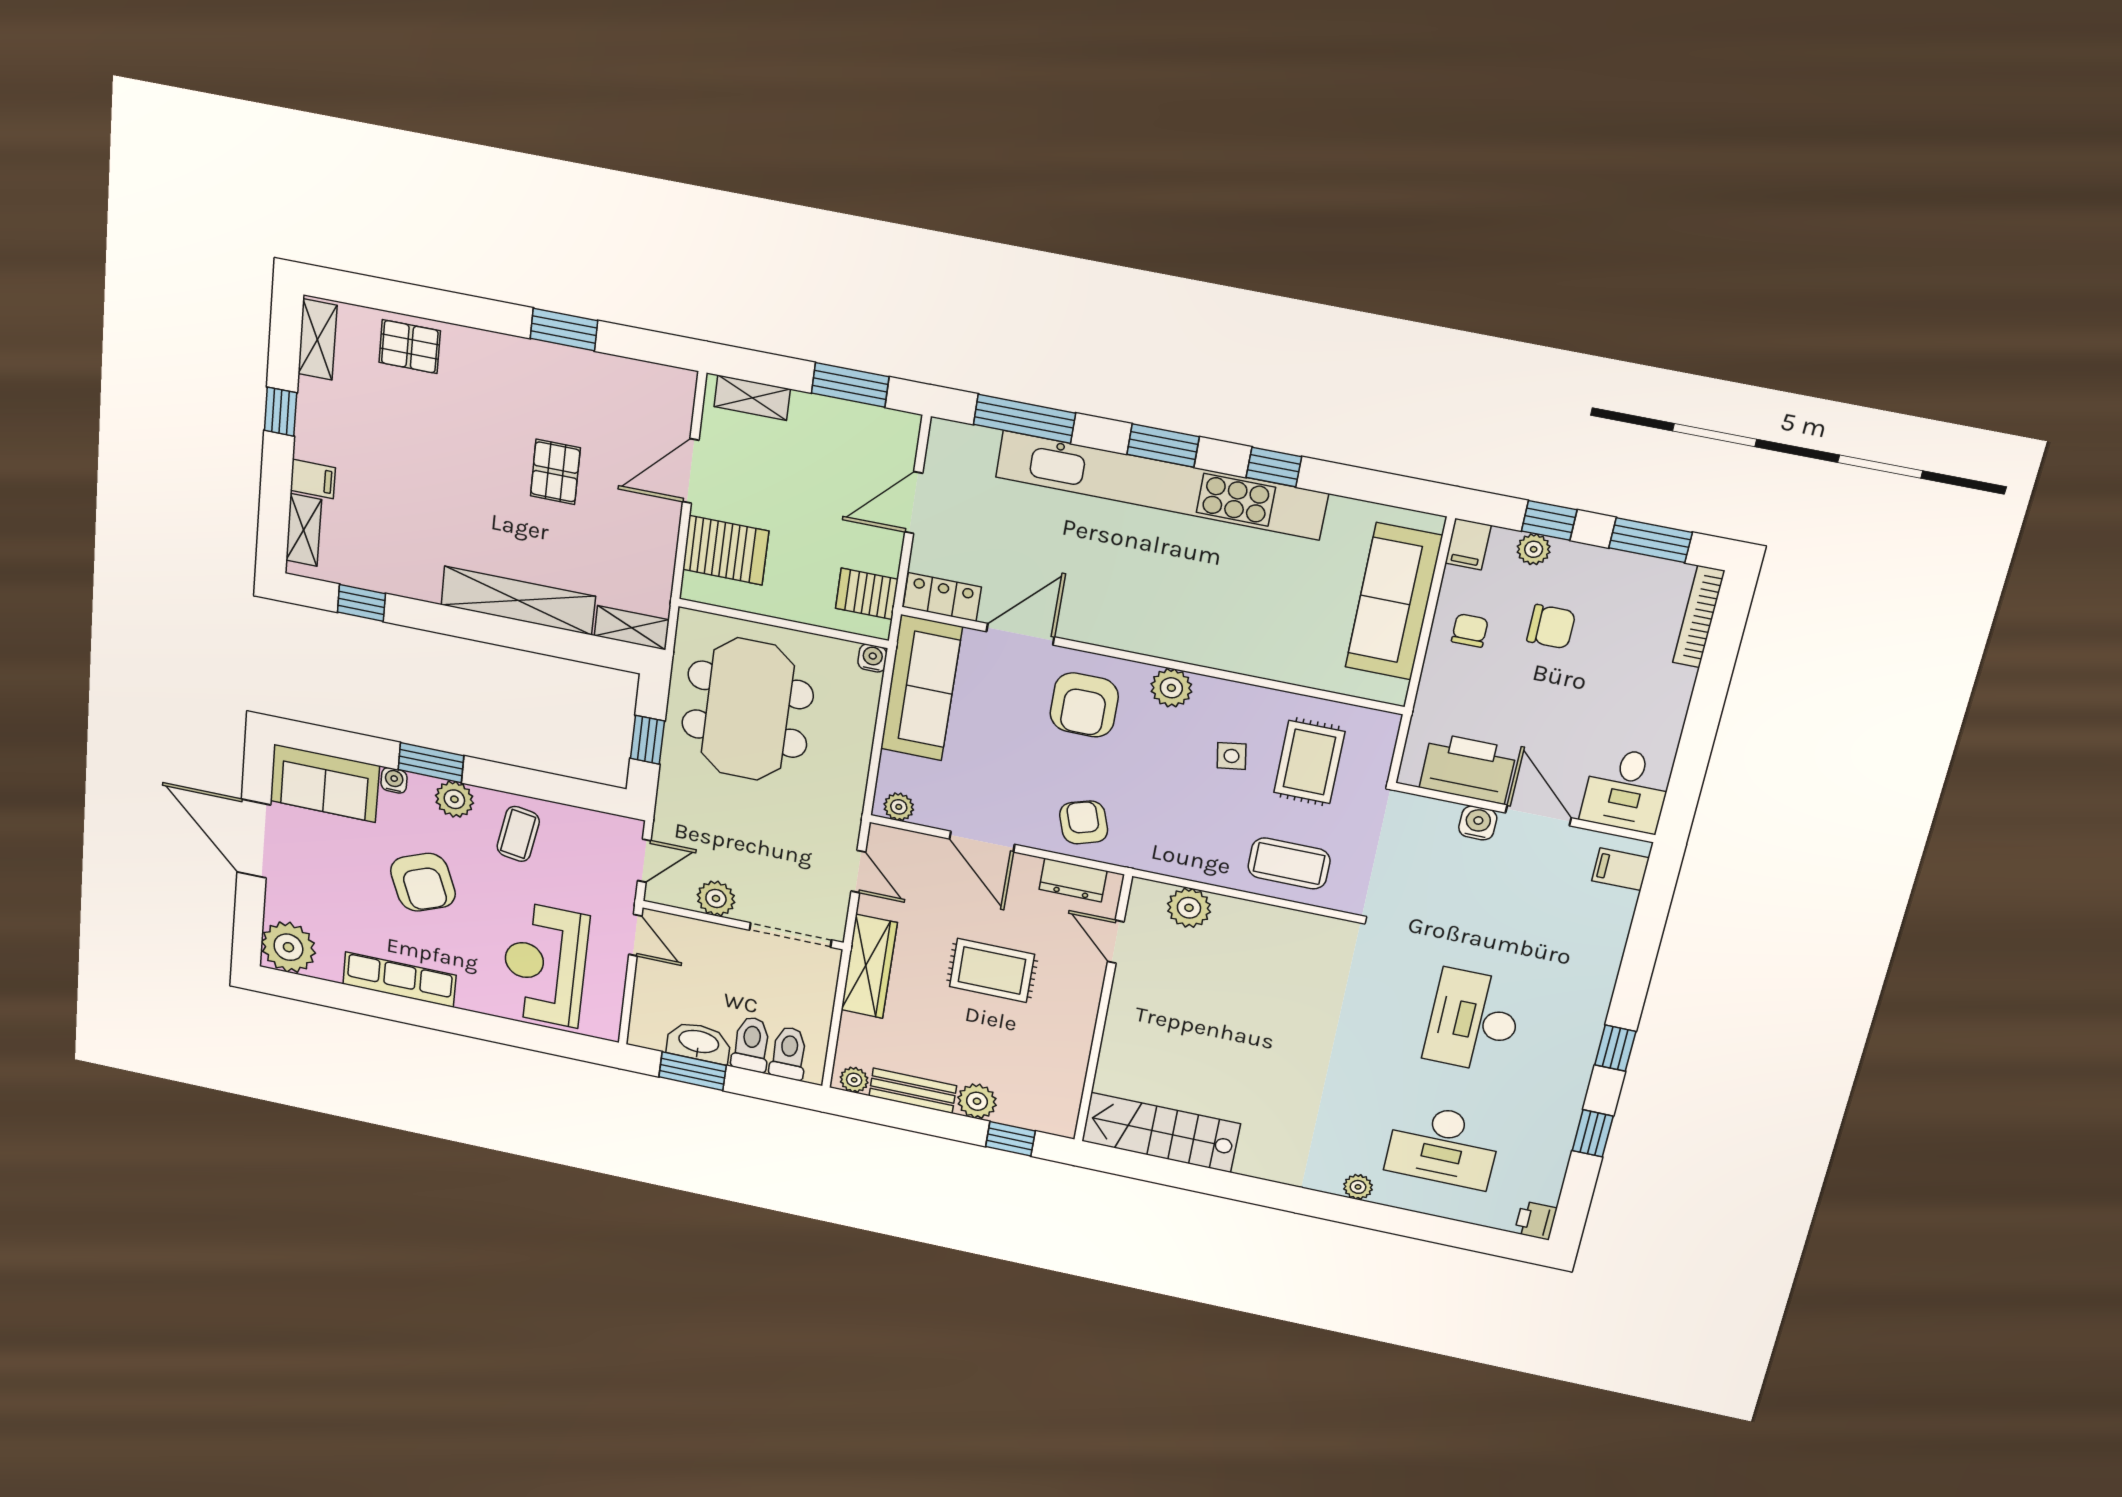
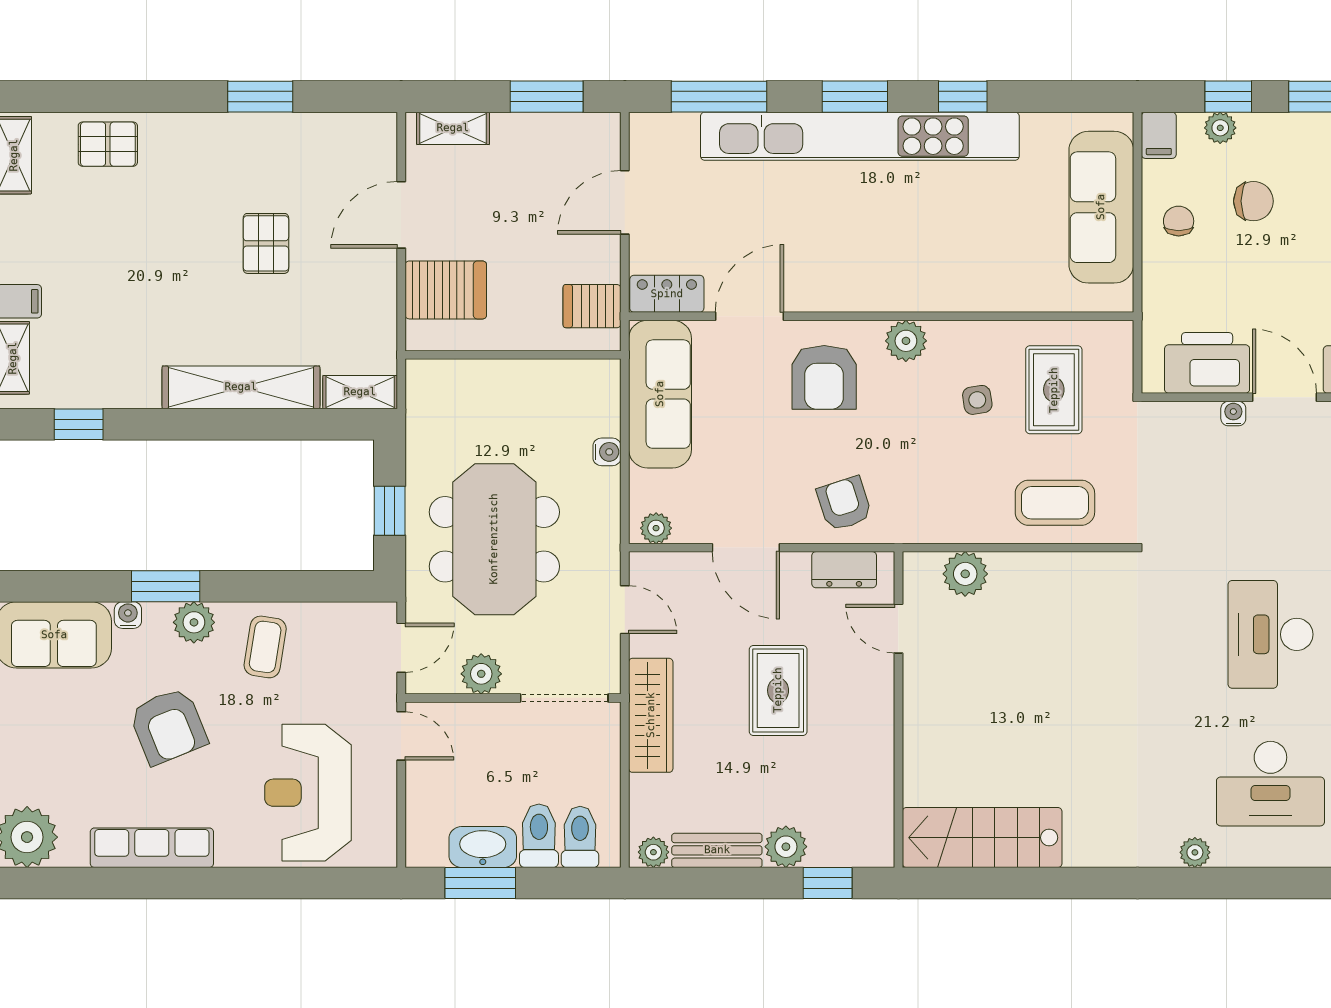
water cooler: (872, 658) -> (607, 452), moved, turned 90
meeting table: (747, 709) -> (494, 539), moved
water cooler: (1478, 823) -> (1233, 414), width x0.72, depth x0.72
rug: (992, 970) -> (778, 690), turned 90

